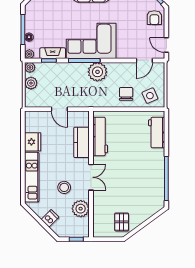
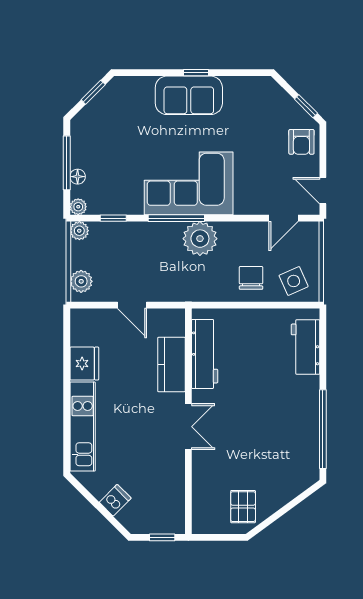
fireplace: (53, 53) -> (120, 205), removed
plant: (31, 83) -> (81, 281), moved
stool: (64, 187) -> (140, 445), removed
plant: (81, 209) -> (170, 483), removed

